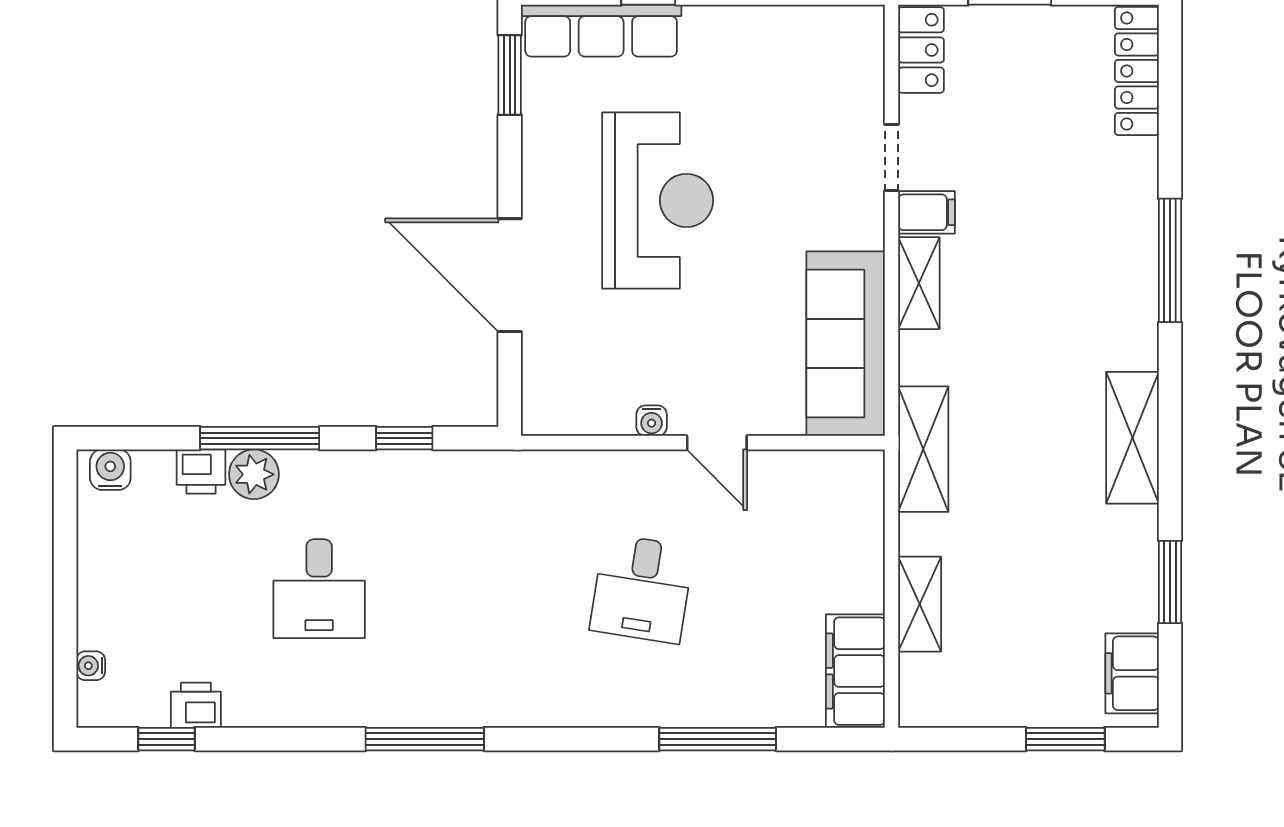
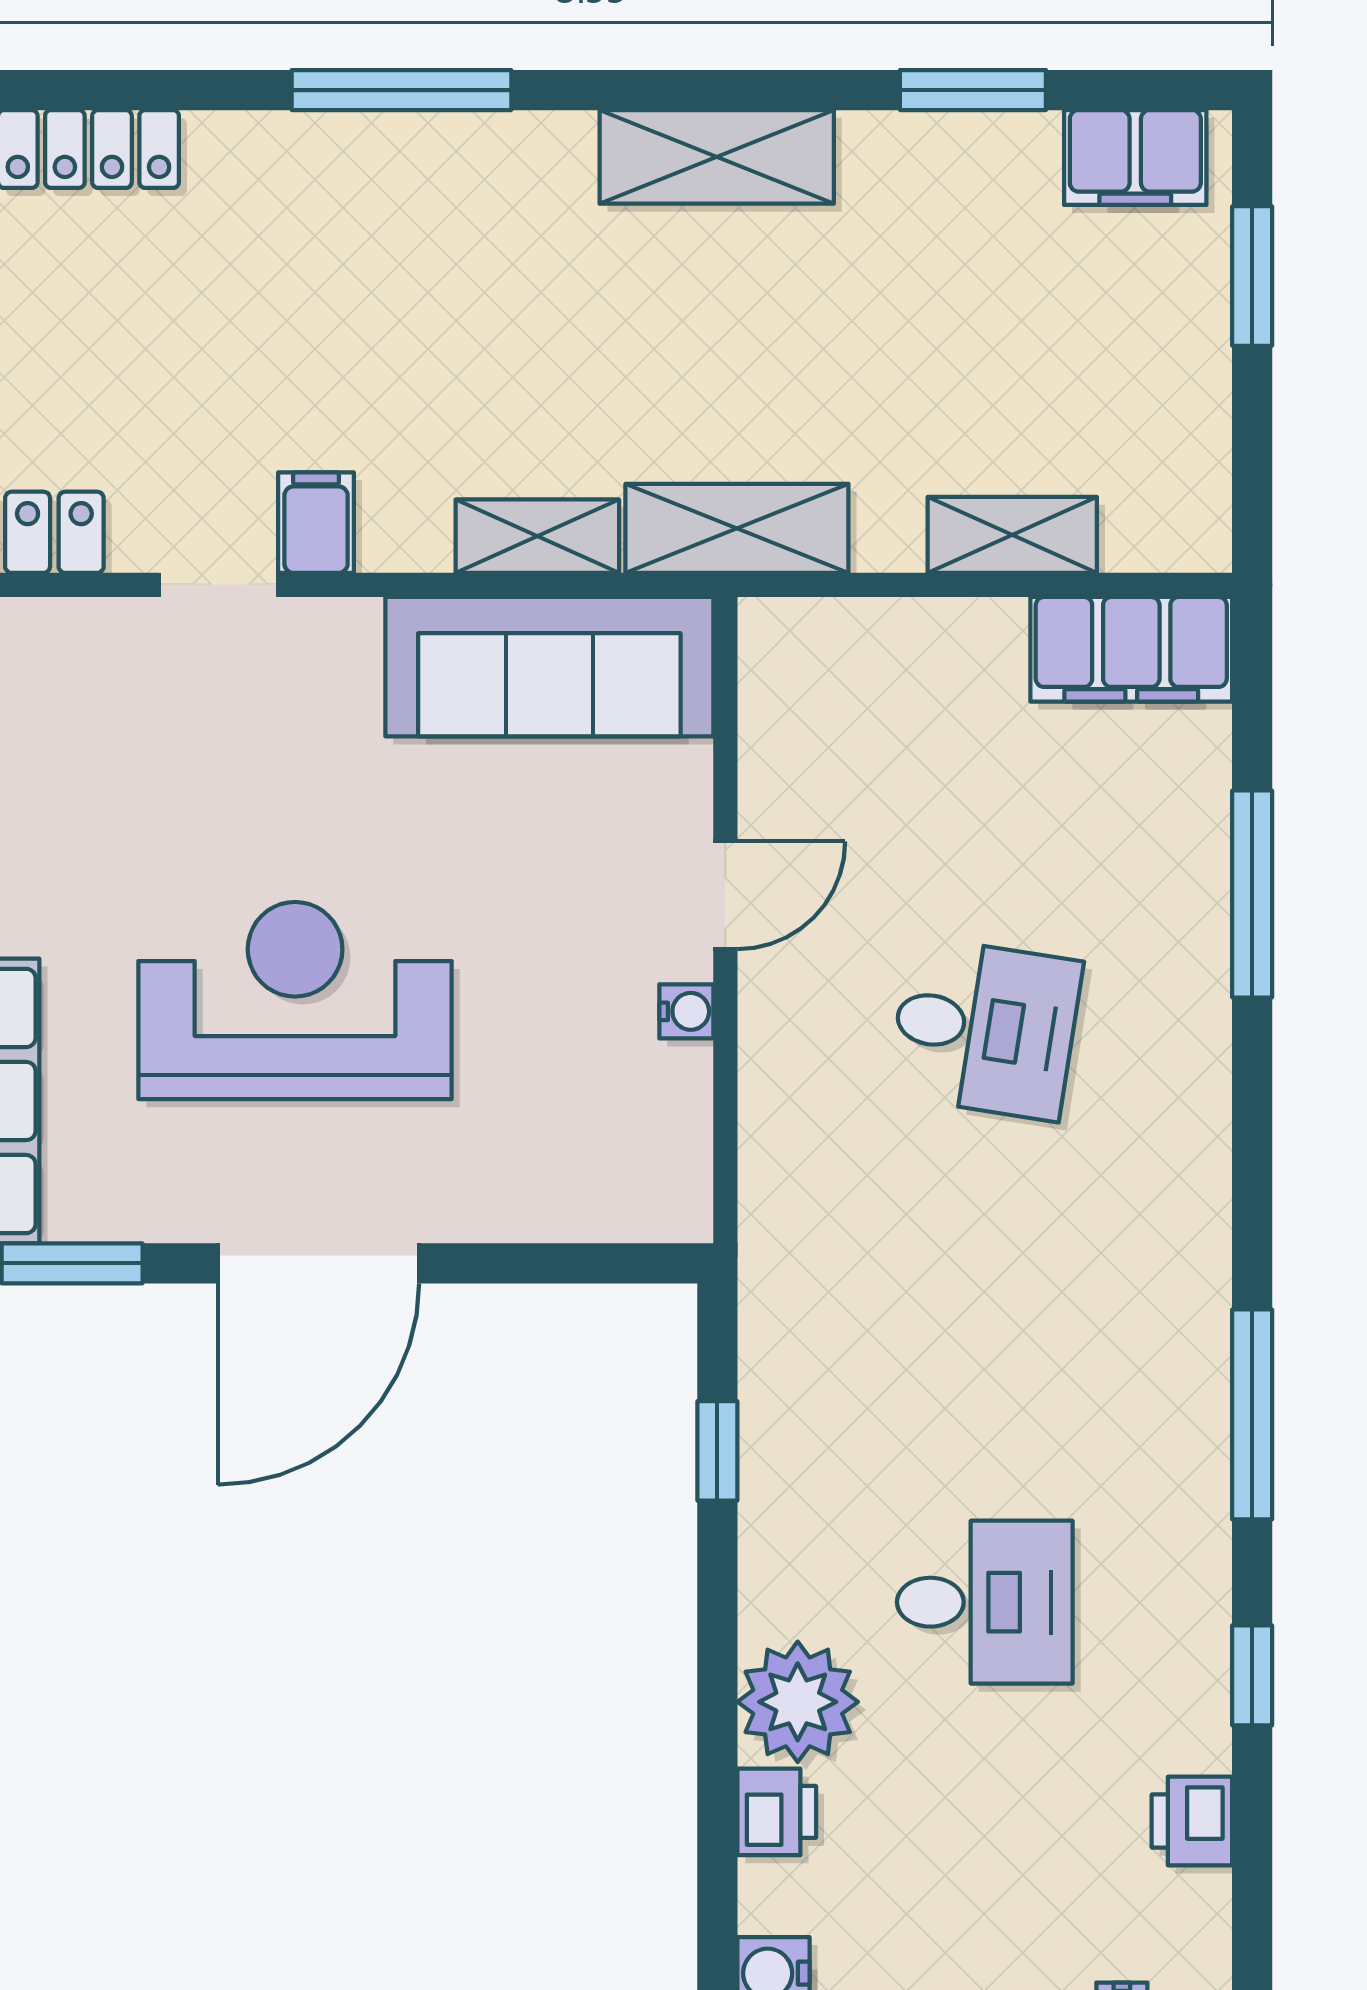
door: (510, 275) -> (318, 1263), moved
shelving: (919, 283) -> (537, 536), moved
window: (260, 438) -> (717, 1708), removed
plant: (254, 474) -> (798, 1702), width x1.36, depth x1.36
window: (167, 739) -> (1252, 1675), moved

